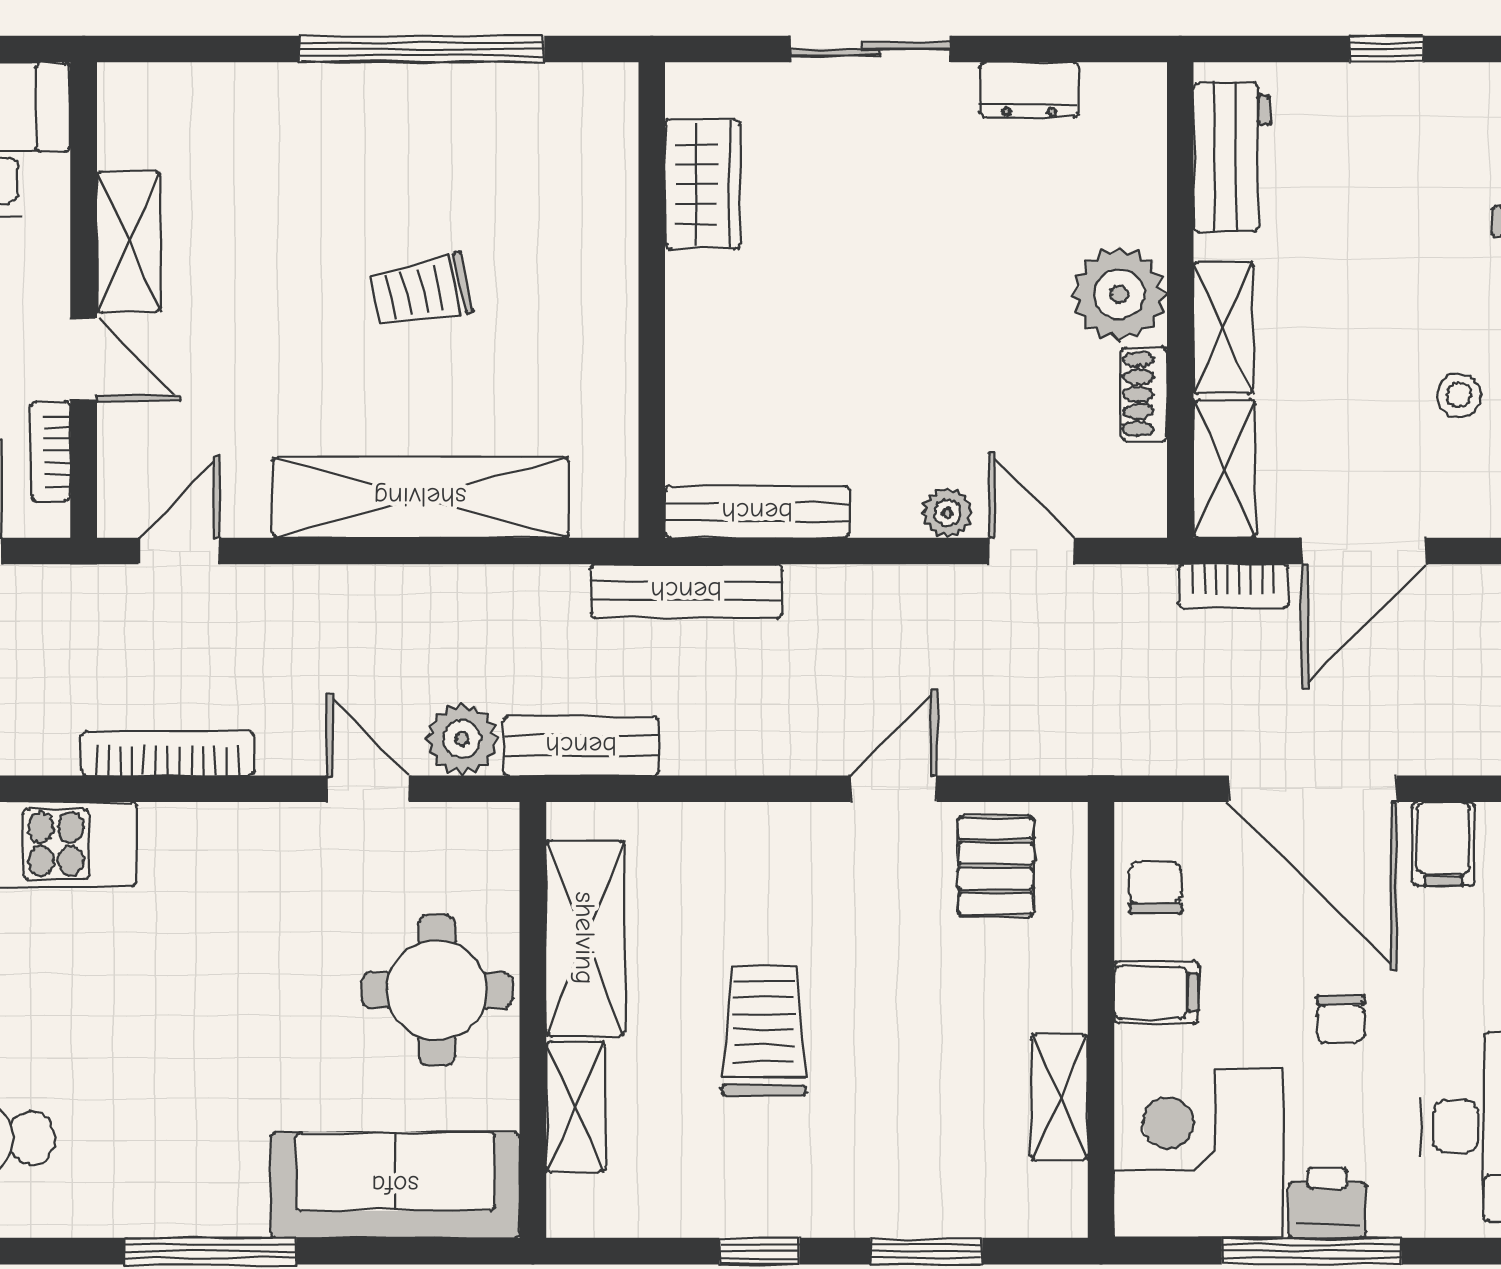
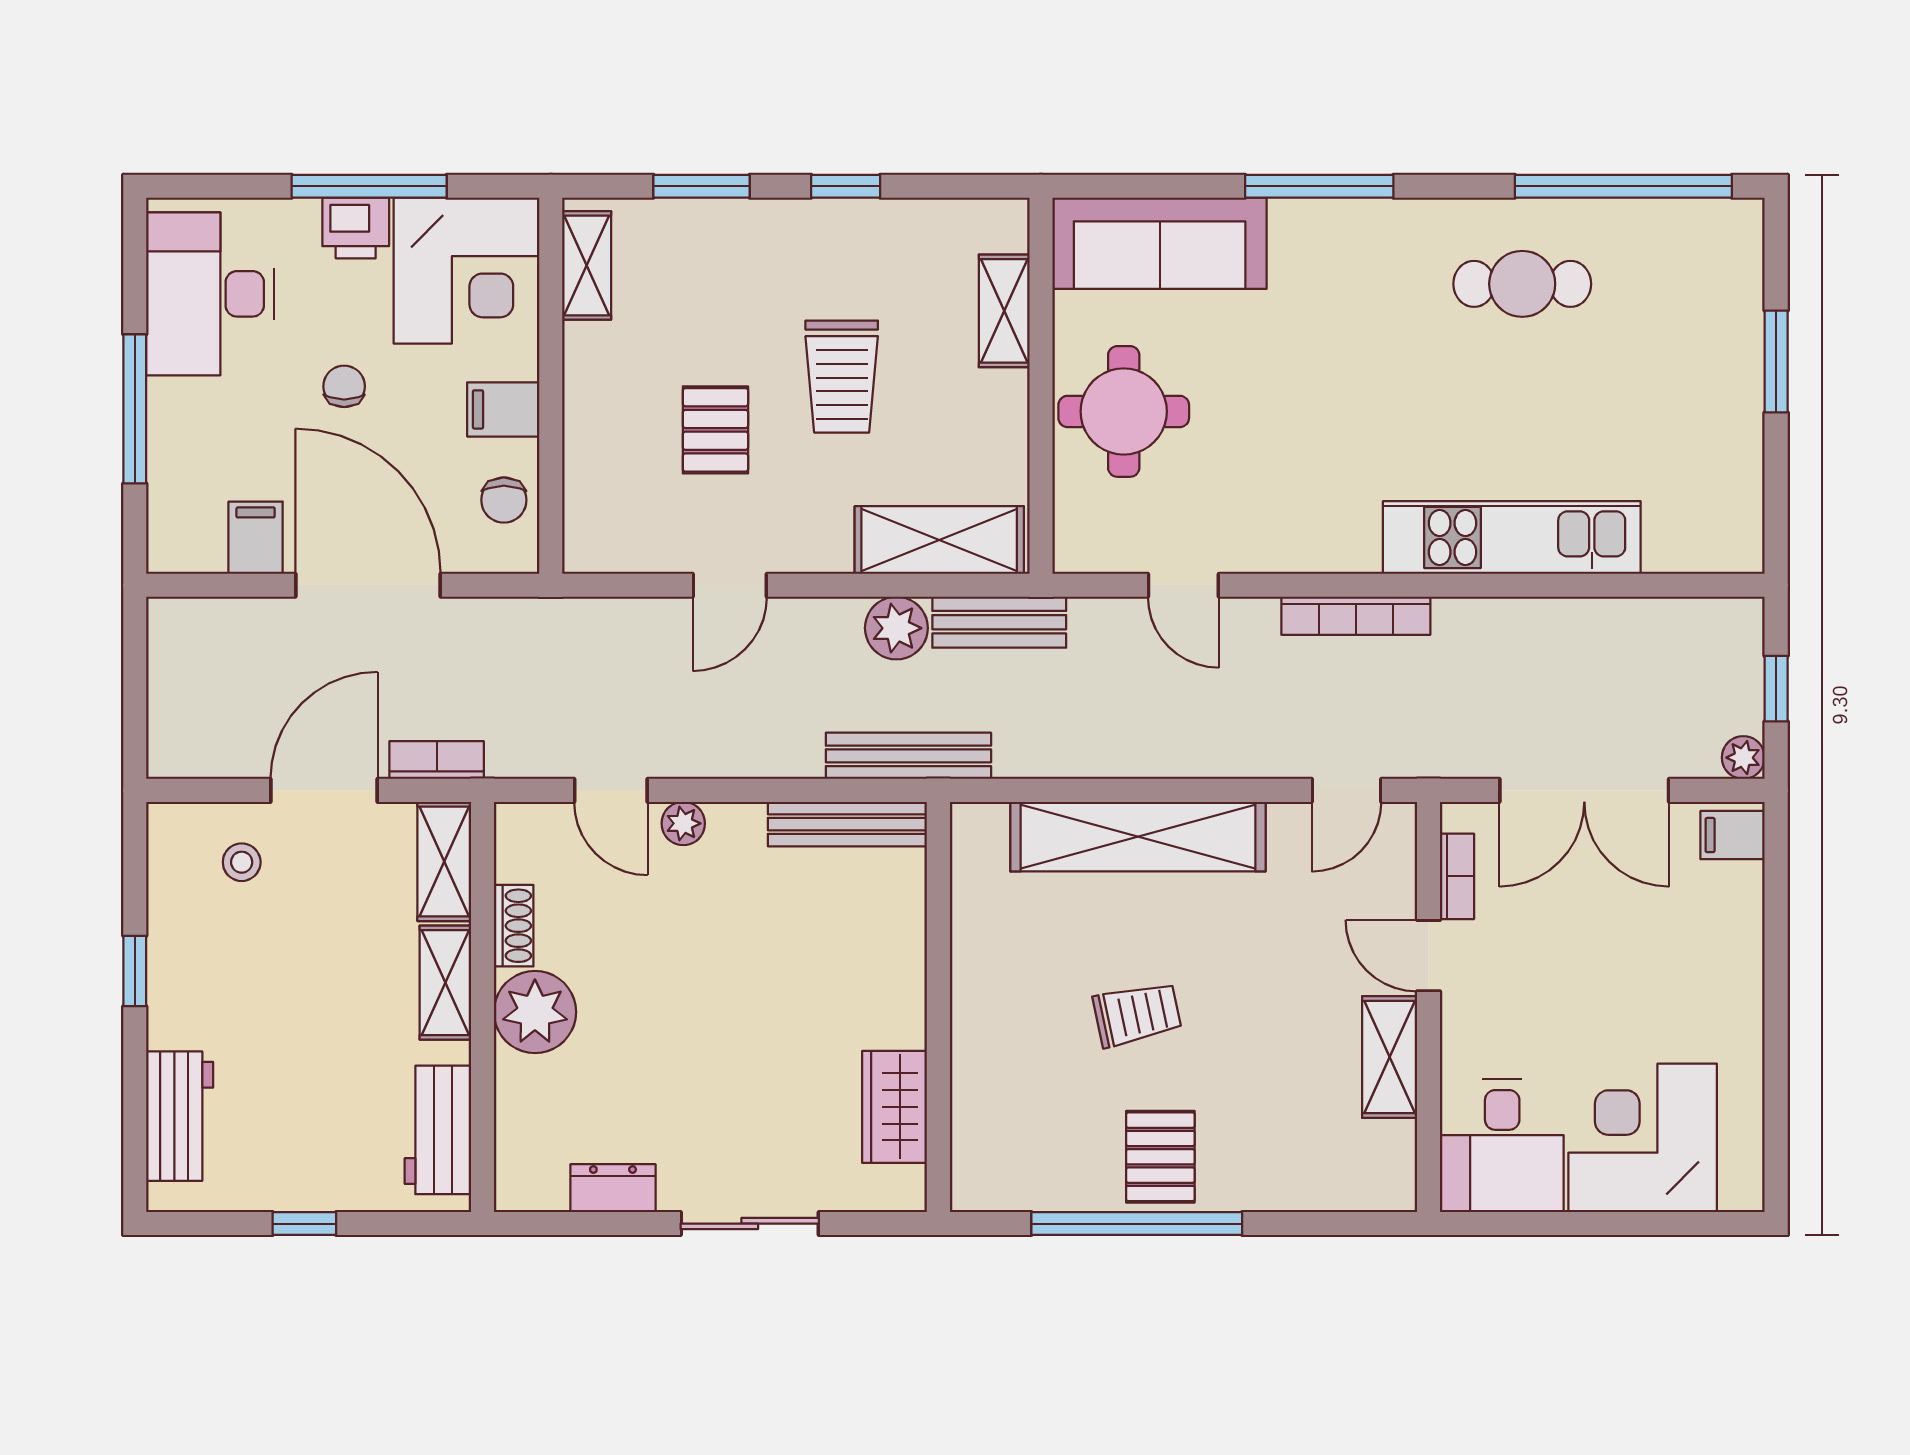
pallet: (394, 126) -> (1160, 1157), added
stool: (1459, 395) -> (242, 862), moved
plant: (462, 739) -> (896, 628), moved
pallet: (996, 866) -> (715, 430), moved
shelving: (585, 938) -> (939, 540), moved, turned 90
shelving: (1059, 1097) -> (587, 265), moved

